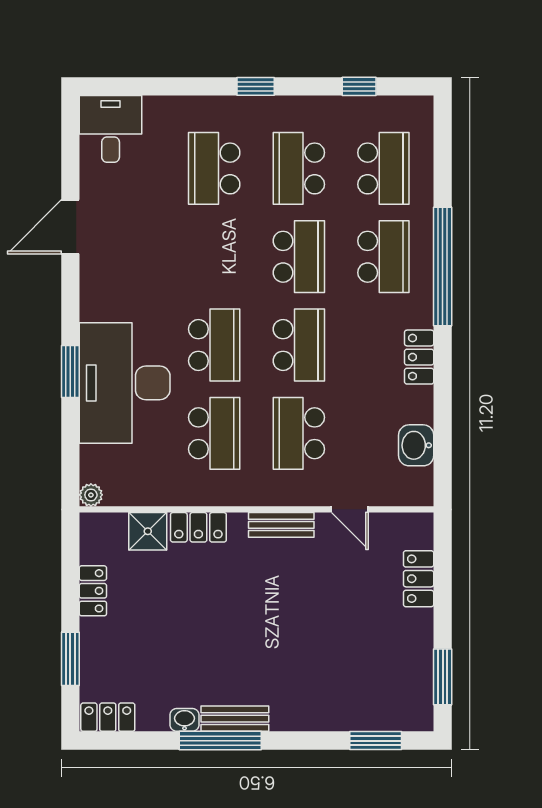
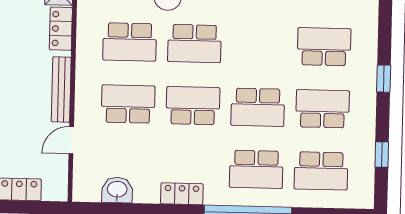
school desk: (299, 345) -> (193, 106), turned 180
bench: (281, 525) -> (61, 89), width x1.36

